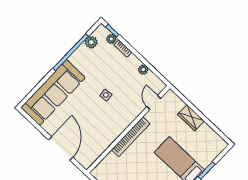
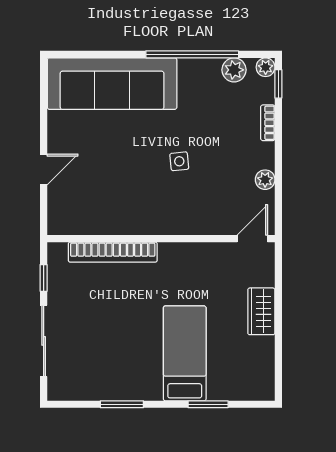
plant: (111, 39) -> (266, 67), moved
door: (154, 103) -> (252, 239), moved
bookcase: (131, 137) -> (113, 252), moved
door: (61, 149) -> (44, 170), width x0.53

